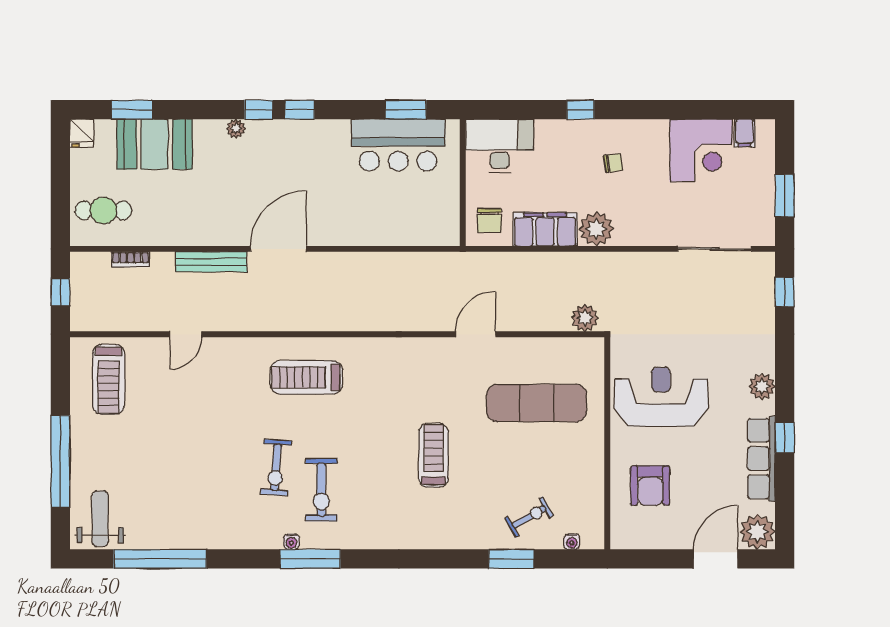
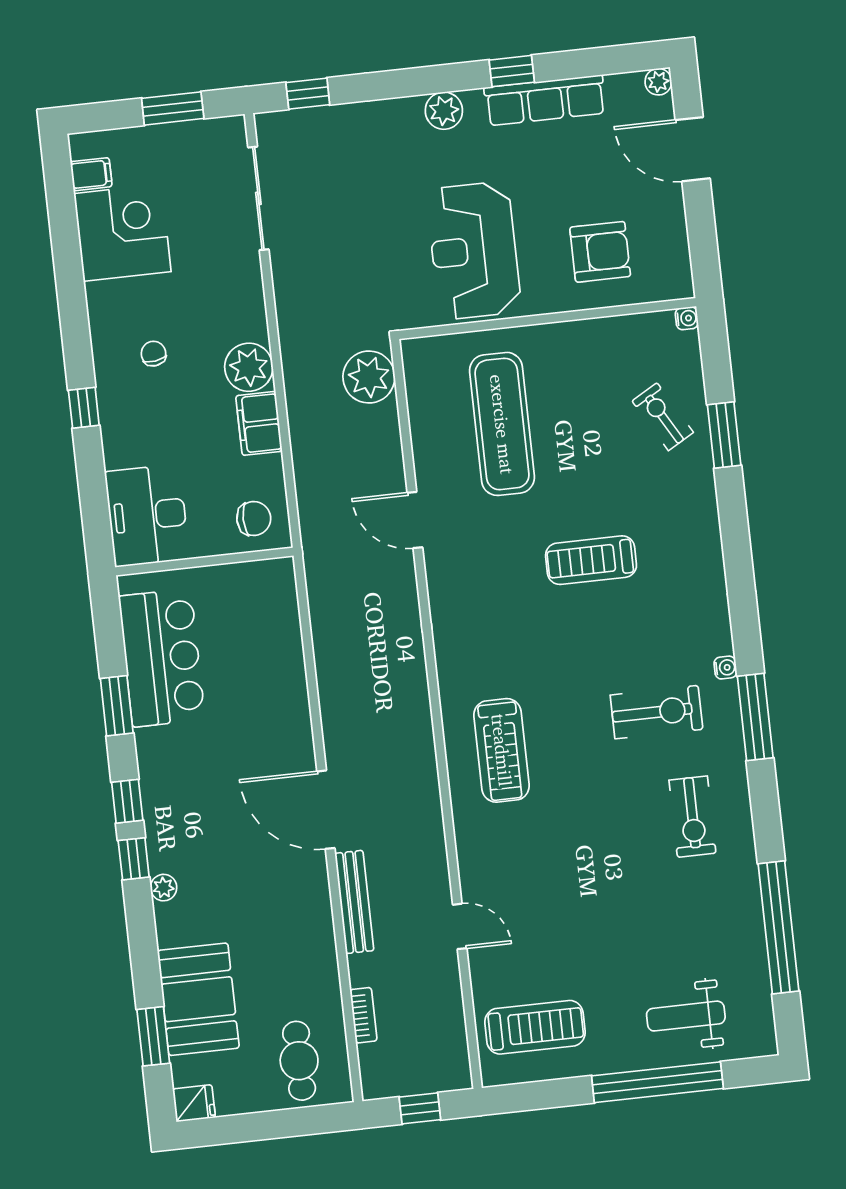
window: (406, 110) -> (117, 706), moved
filing cabinet: (545, 229) -> (259, 423), width x0.67, depth x0.86
plant: (585, 318) -> (369, 377), width x1.36, depth x1.36
exercise bike: (276, 468) -> (692, 817), moved, turned 86
weight bench: (100, 519) -> (686, 1016), moved
plant: (757, 532) -> (658, 82), width x0.53, depth x0.53
water cooler: (291, 542) -> (725, 668), moved
water cooler: (572, 542) -> (687, 318), moved

